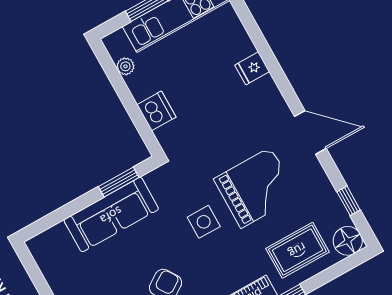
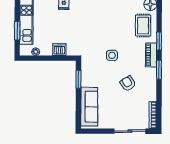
grand piano: (256, 188) -> (110, 28), removed
sofa: (111, 215) -> (89, 107), moved

